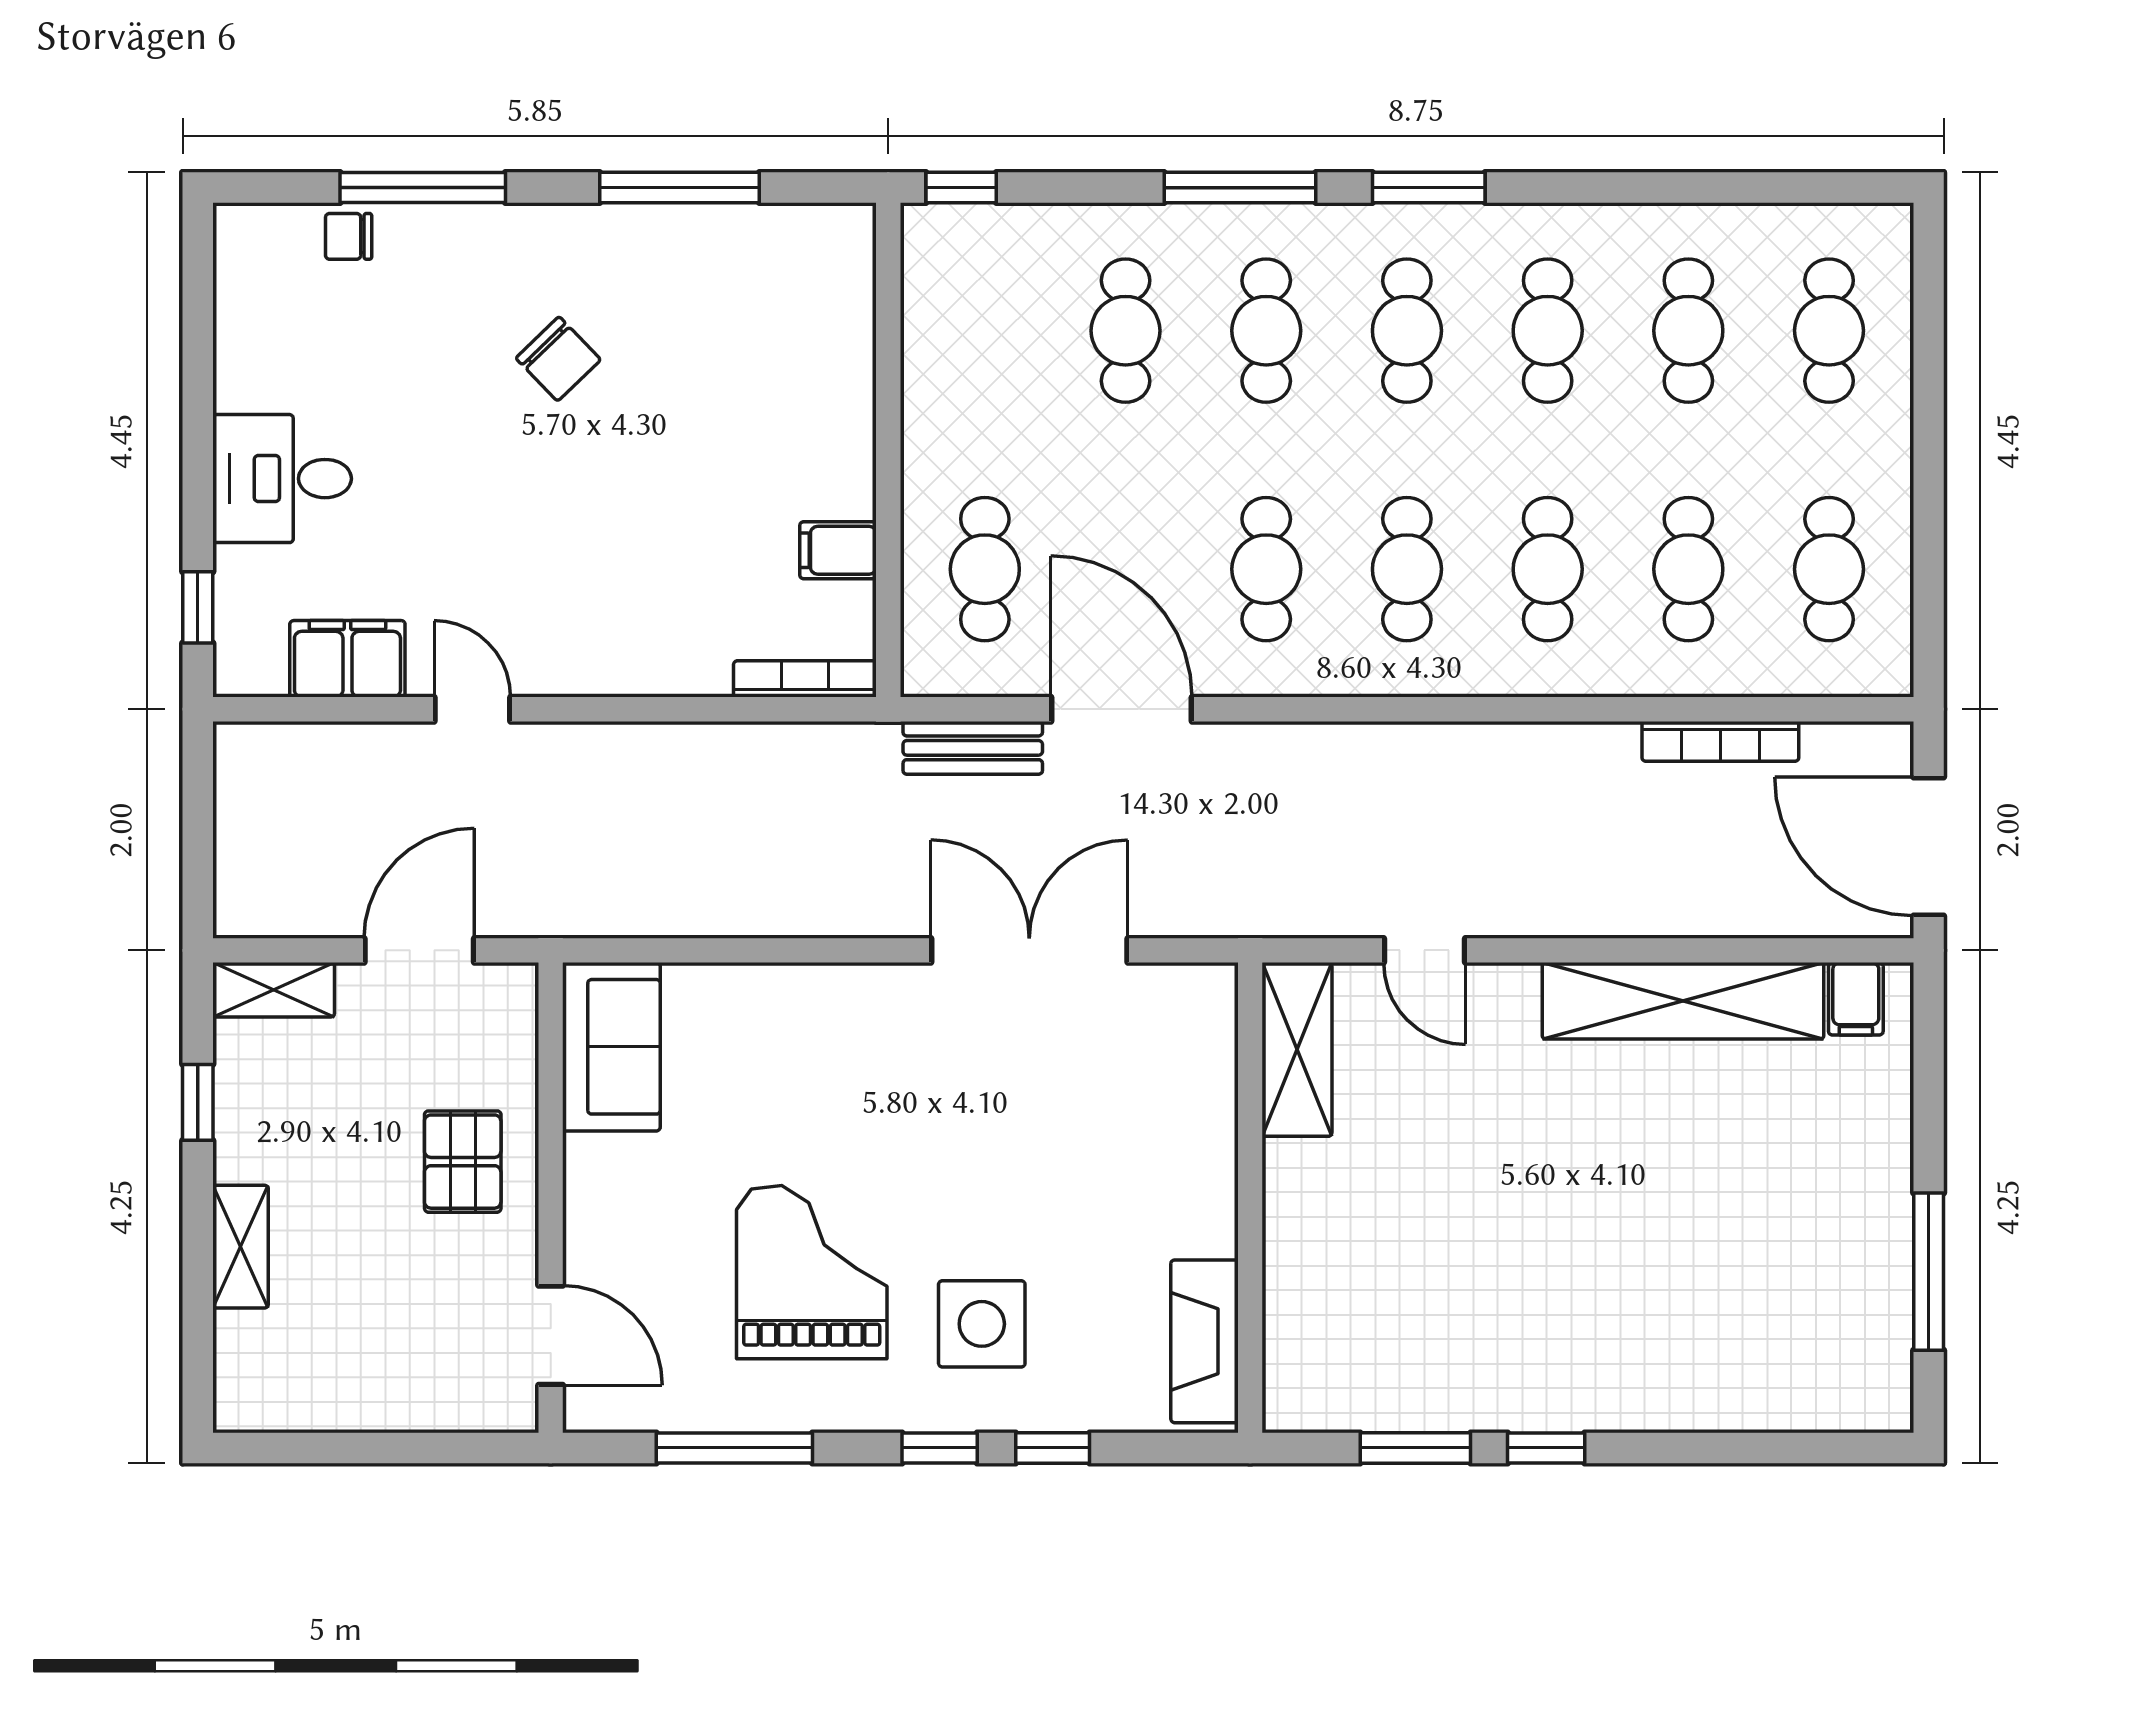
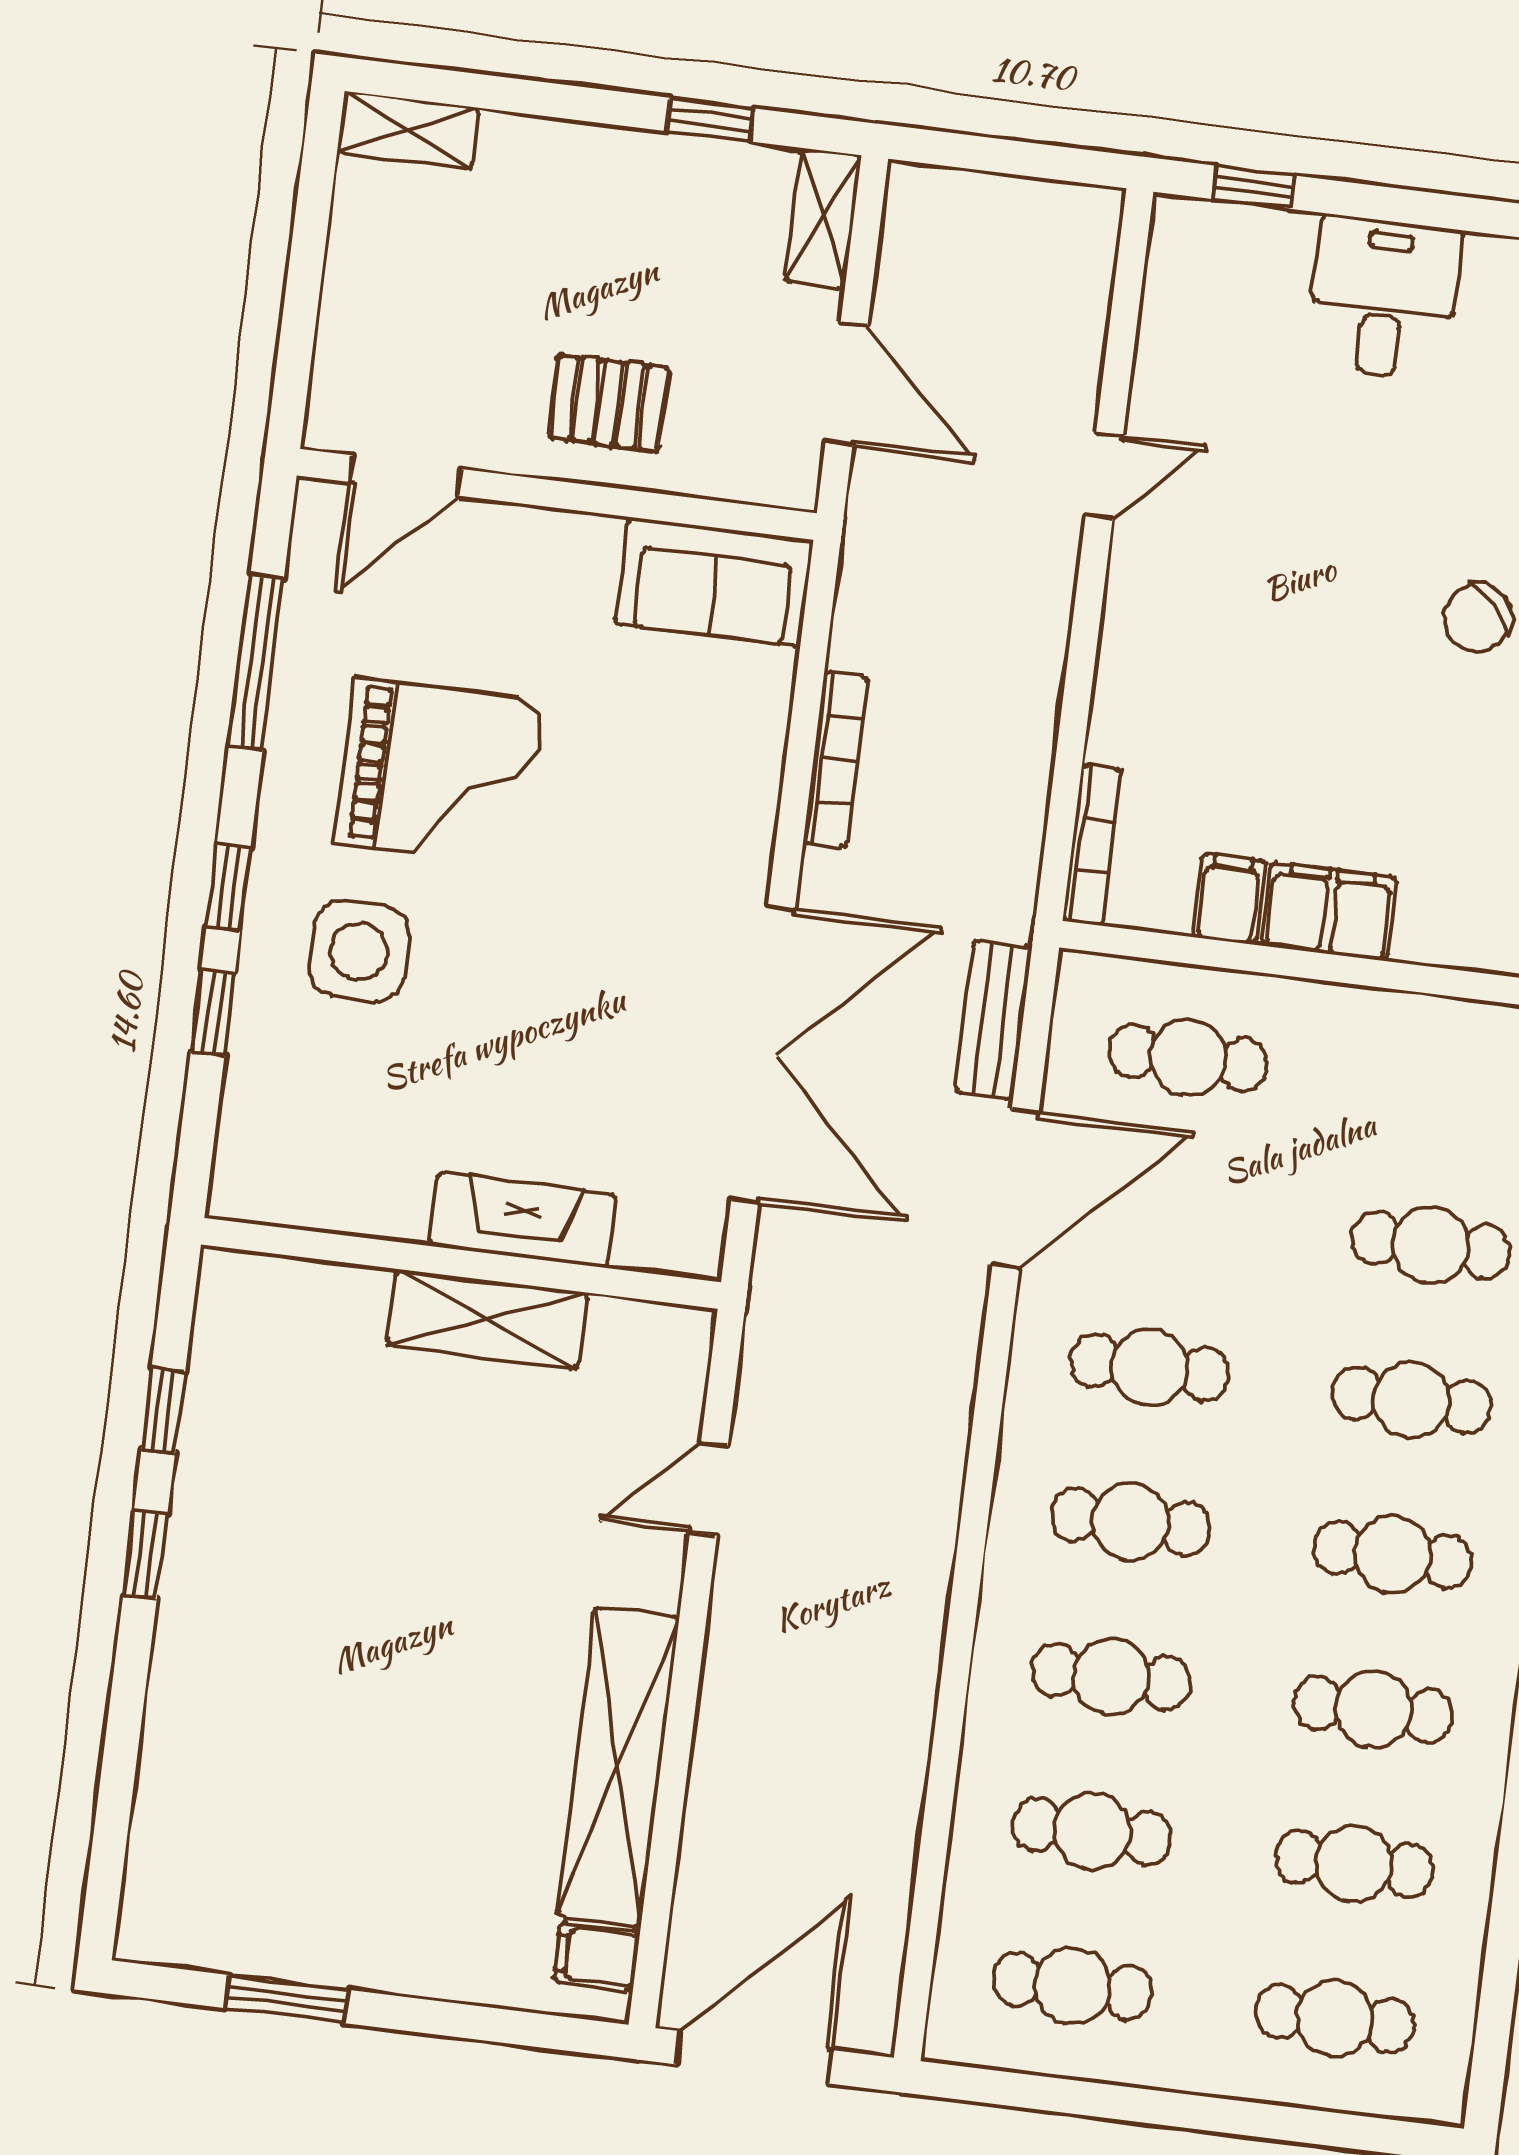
filing cabinet: (347, 659) -> (1329, 911), moved, turned -90
bookcase: (1720, 741) -> (836, 760), moved, turned 180
double door: (1029, 950) -> (763, 1055), width x1.36
shelving: (1297, 1049) -> (487, 1319), moved
shelving: (241, 1247) -> (408, 130), moved
window: (1929, 1272) -> (287, 1999), width x0.69
fireplace: (1205, 1341) -> (522, 1220), moved
window: (1415, 1448) -> (163, 1411), width x0.67

